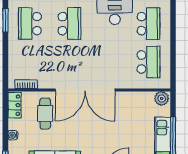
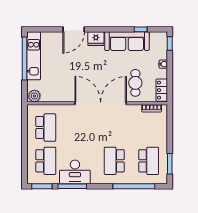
school desk: (149, 24) -> (46, 161), turned 180
school desk: (149, 62) -> (46, 128), turned 180

